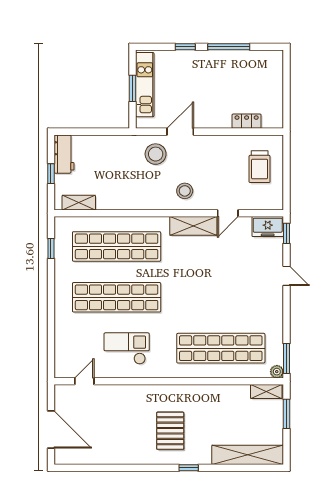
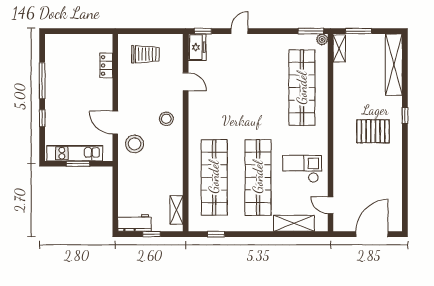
shelving: (193, 226) -> (294, 223), moved, turned 90
checkout: (127, 348) -> (302, 169), turned 90

